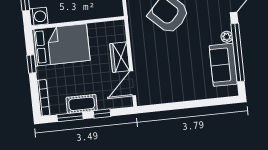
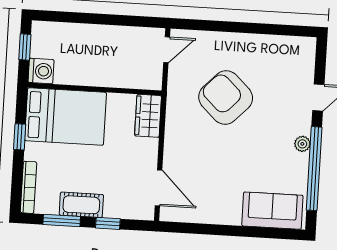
wardrobe: (120, 57) -> (148, 116), moved
sofa: (223, 65) -> (272, 211), moved, turned 90
door: (133, 83) -> (158, 188), swing flipped

